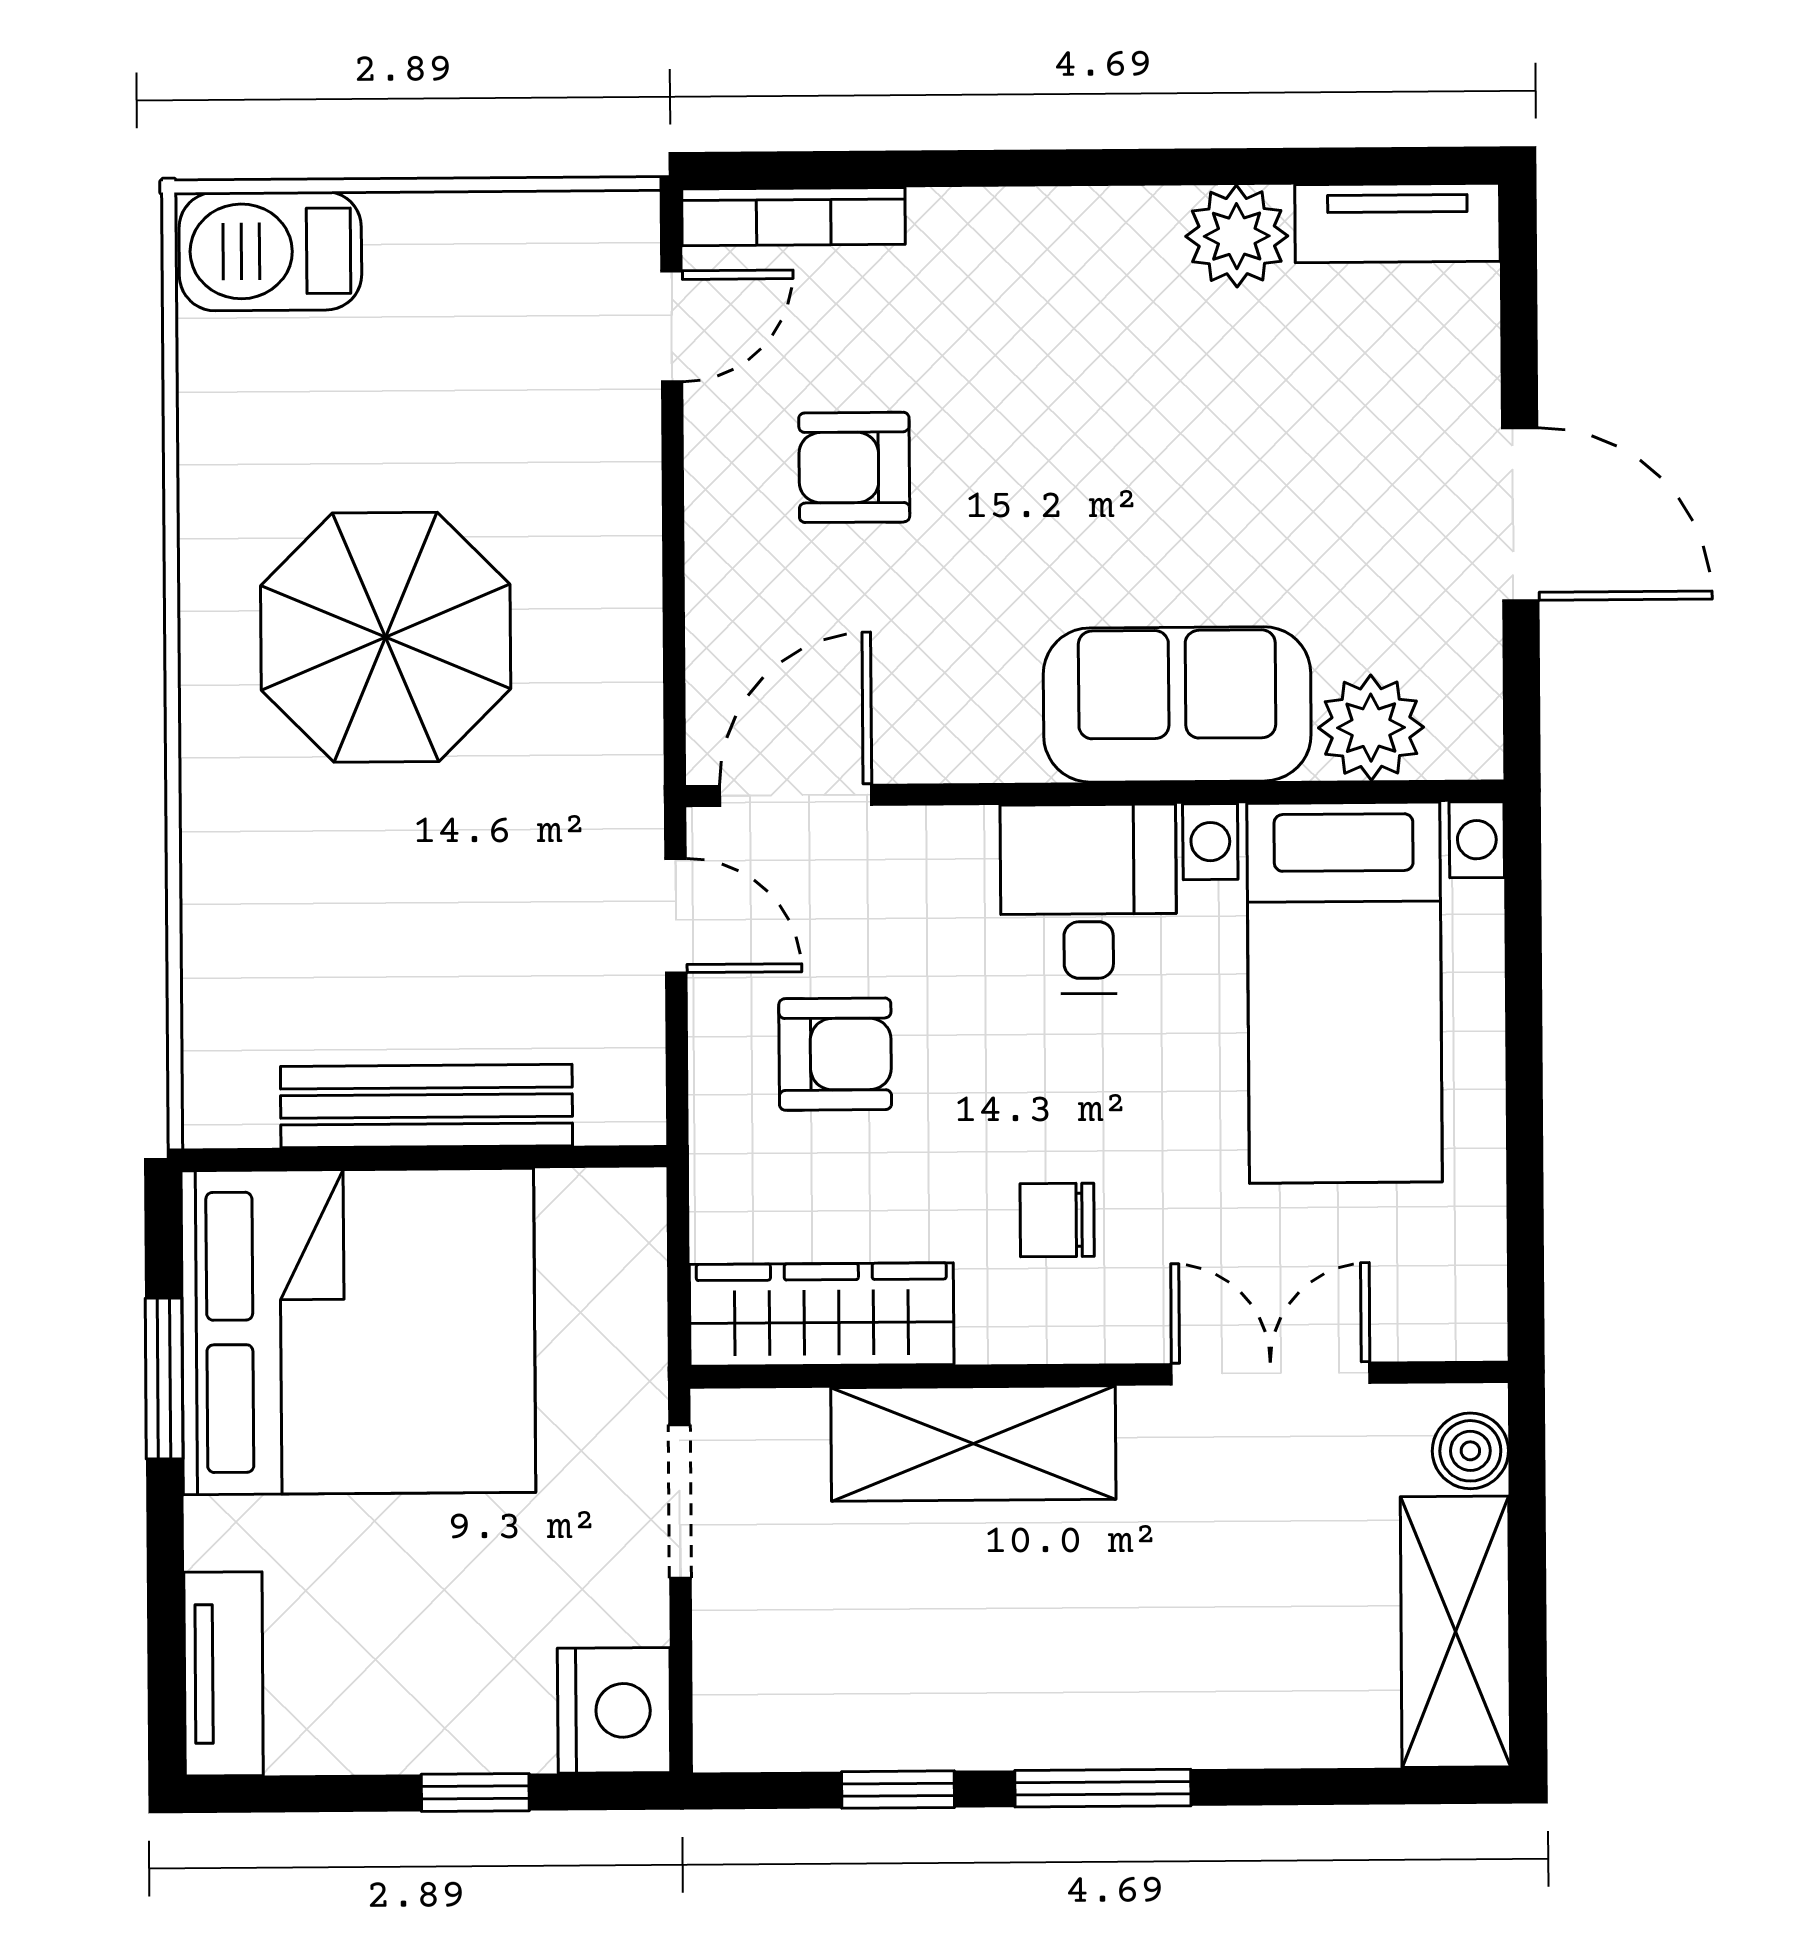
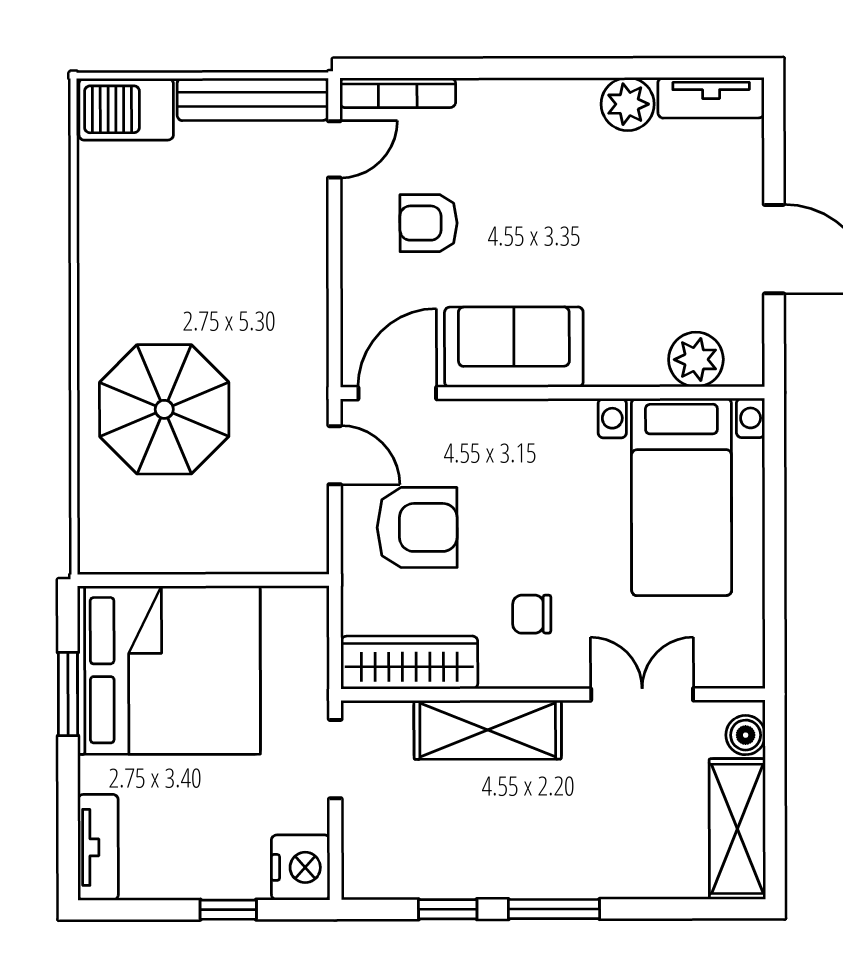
parasol: (386, 637) -> (164, 409), moved
sofa: (1177, 704) -> (514, 347), moved
desk: (1088, 899) -> (549, 448), removed
armchair: (835, 1054) -> (417, 527), width x1.38, depth x1.38
bench: (426, 1106) -> (253, 99), moved

